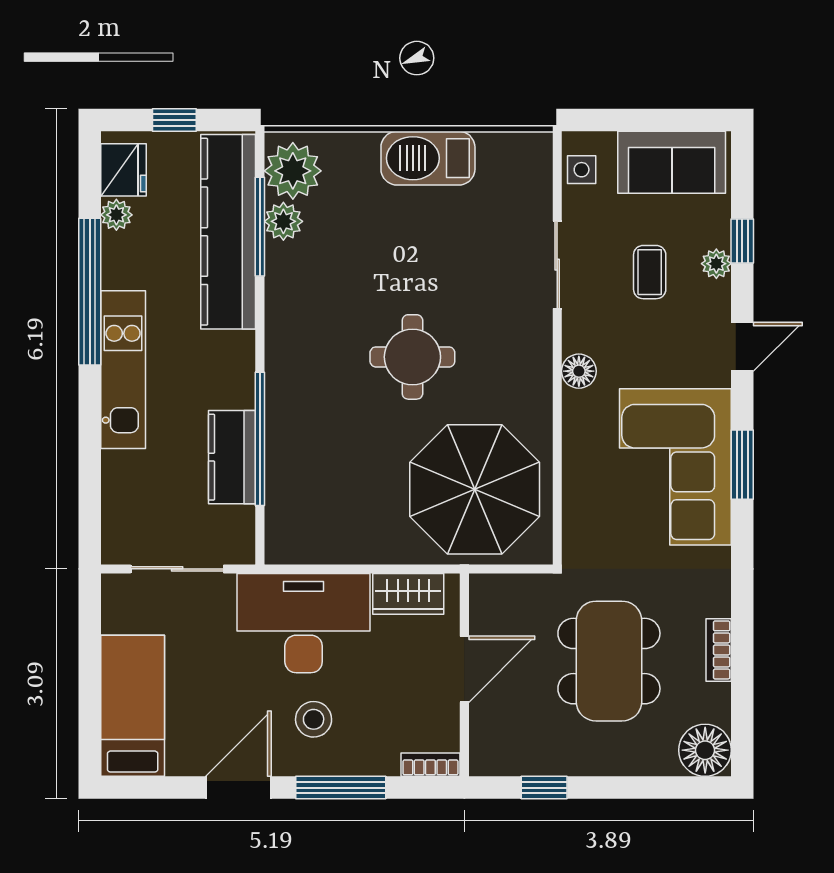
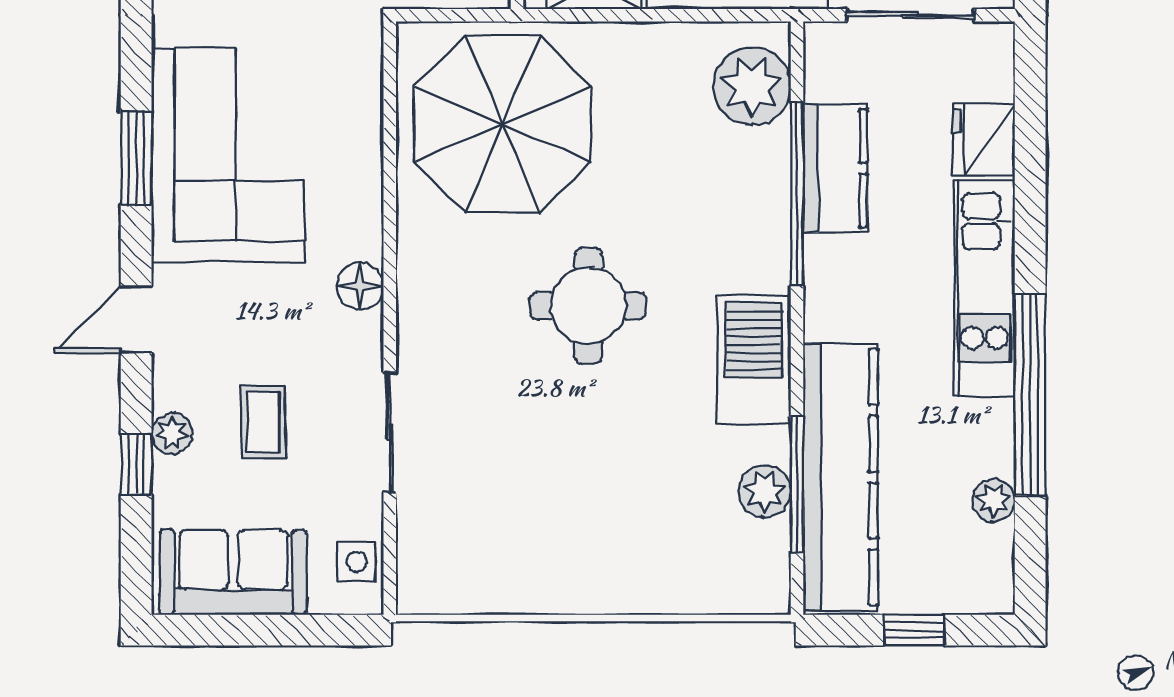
barbecue: (428, 158) -> (754, 360), moved, turned -90
fridge: (123, 170) -> (984, 140), moved
plant: (293, 171) -> (752, 86), moved

